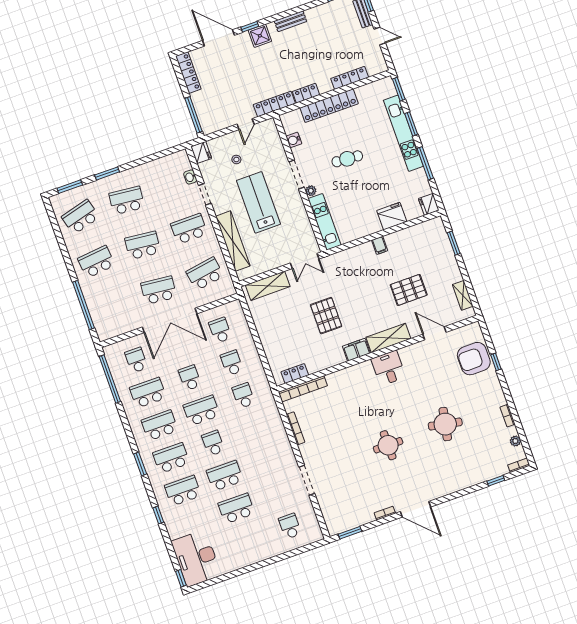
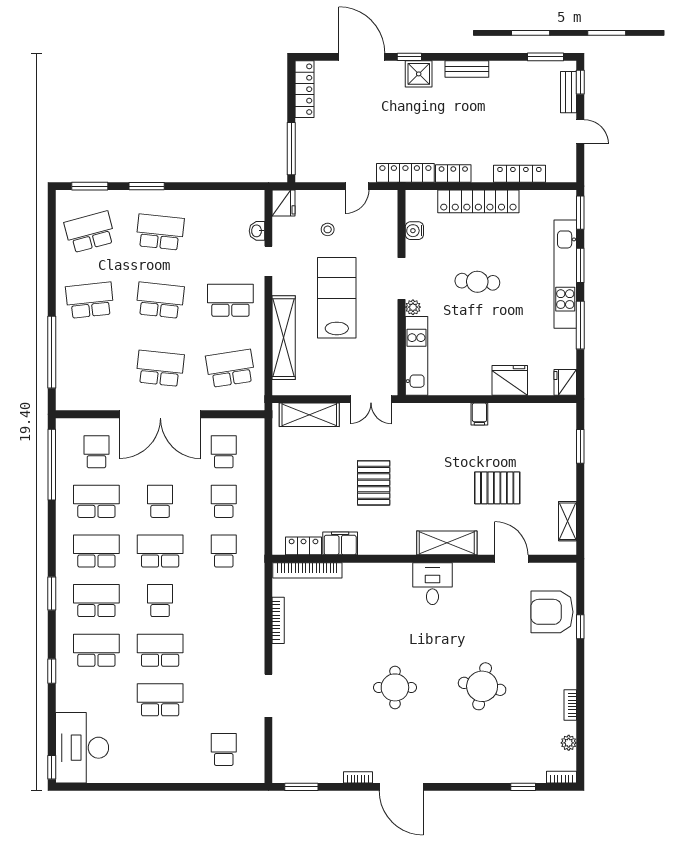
filing cabinet: (356, 350) -> (340, 543), moved

